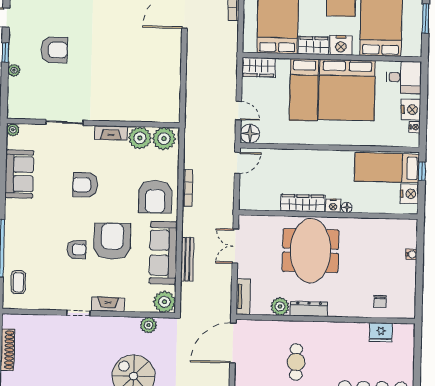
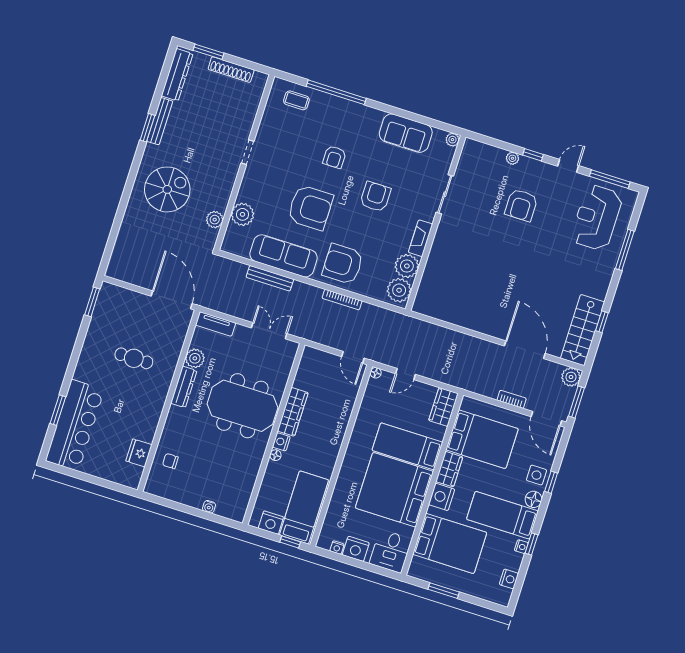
floor lamp: (250, 134) -> (376, 373), width x0.53, depth x0.53
armchair: (77, 249) -> (334, 157), moved
plant: (164, 302) -> (242, 214), moved
fireplace: (108, 304) -> (248, 185), removed

